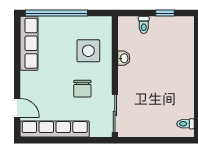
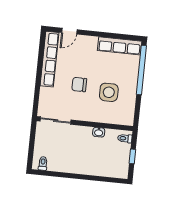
washbasin: (124, 58) -> (99, 132), moved
wall: (115, 77) -> (85, 124), moved
sliding door: (115, 113) -> (56, 121), moved

